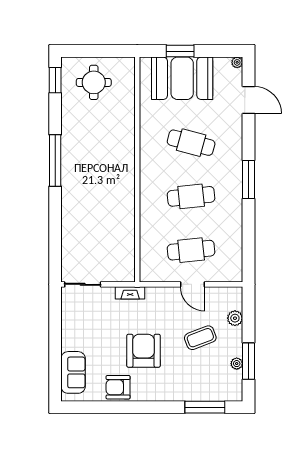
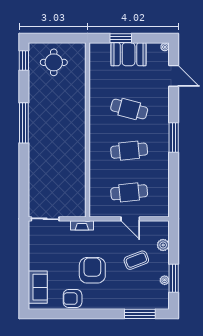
booth: (182, 78) -> (129, 54), width x0.73, depth x0.70

